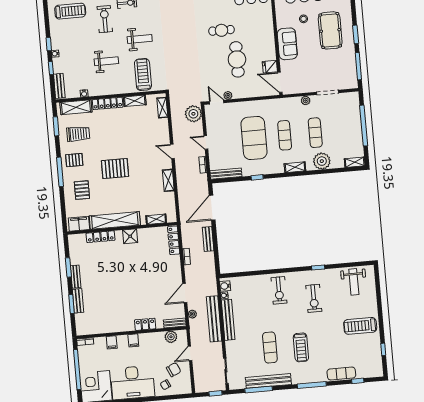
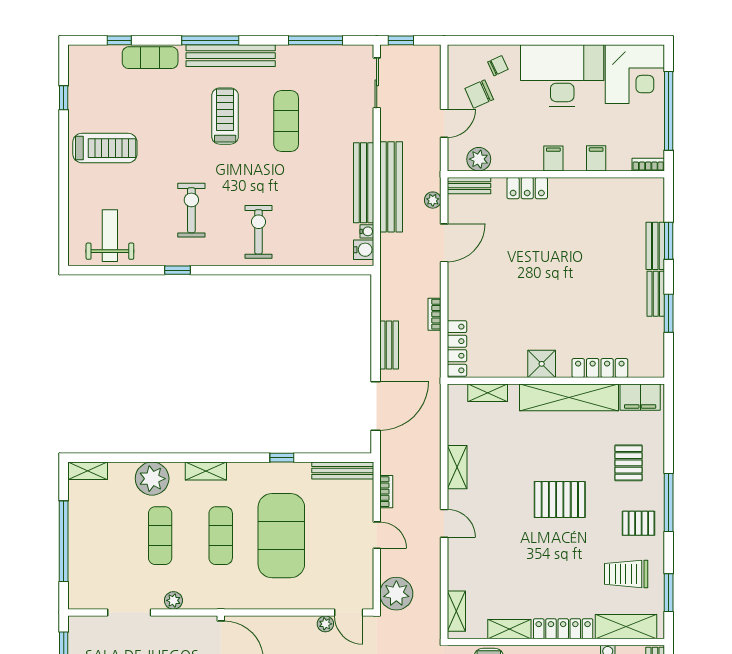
bench: (268, 381) -> (231, 56), moved

